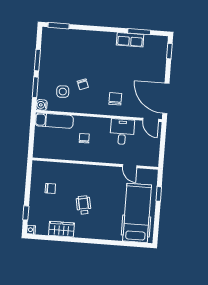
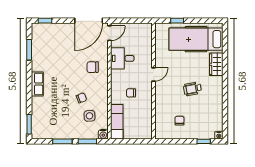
row of seats: (130, 40) -> (37, 84), moved
door: (130, 166) -> (154, 75), moved
wardrobe: (61, 229) -> (216, 64), moved

